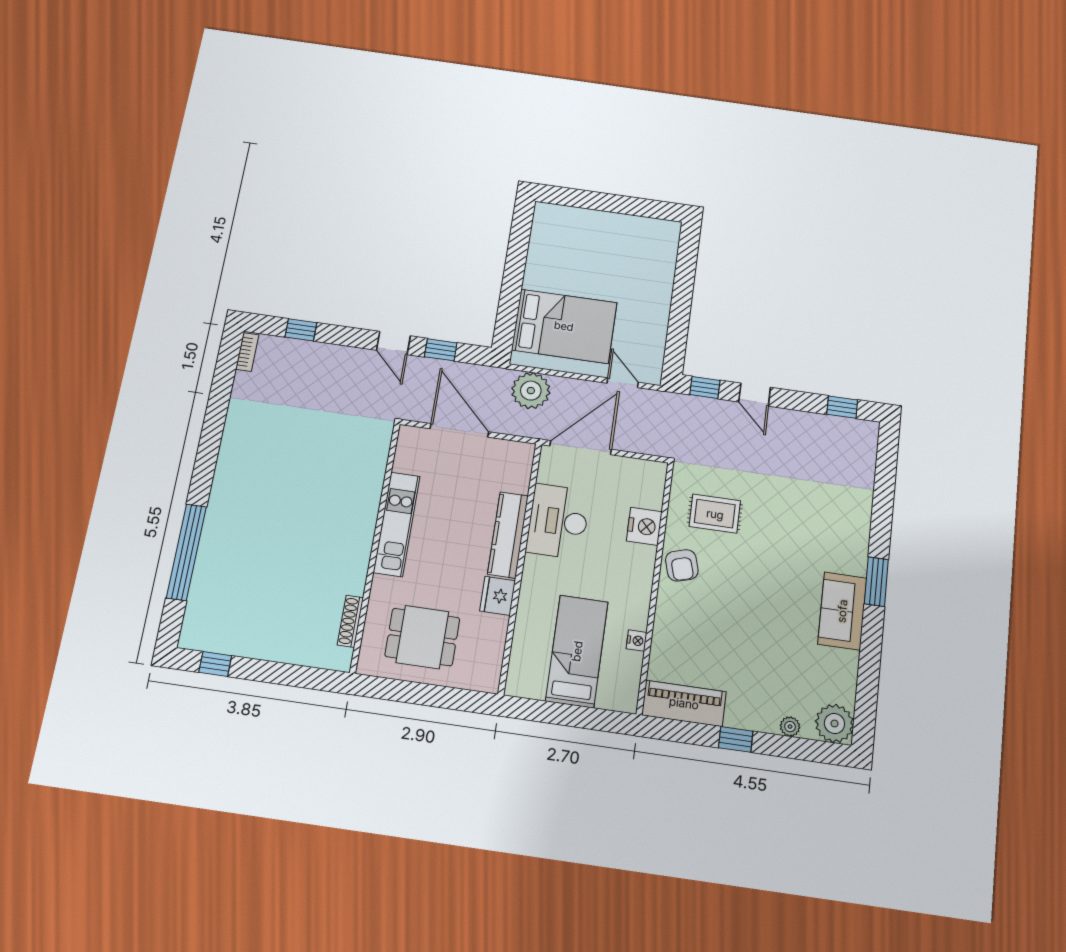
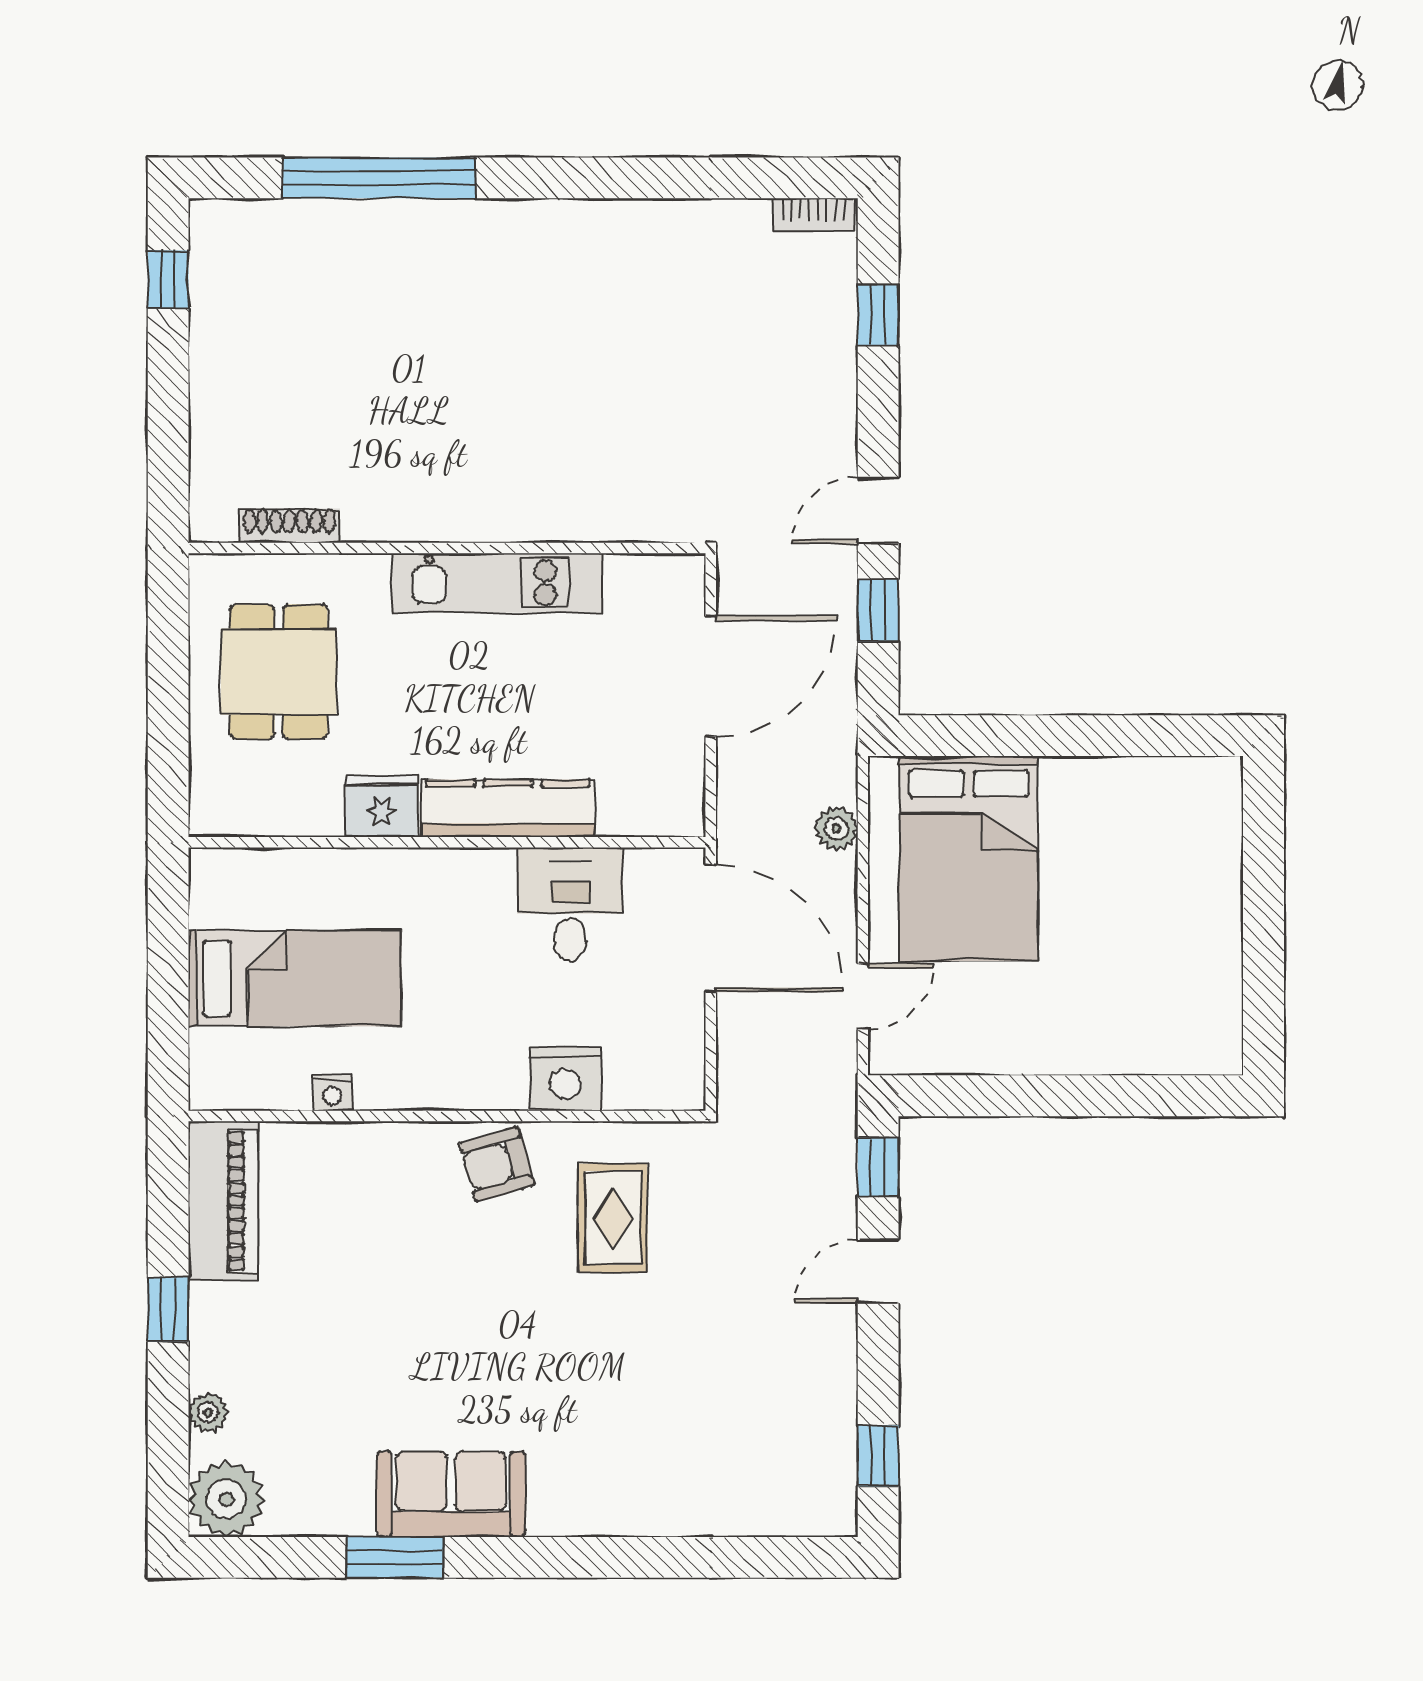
plant: (531, 391) -> (836, 828), width x0.53, depth x0.53
desk: (558, 521) -> (570, 904), width x0.73
window: (876, 582) -> (395, 1557), moved

